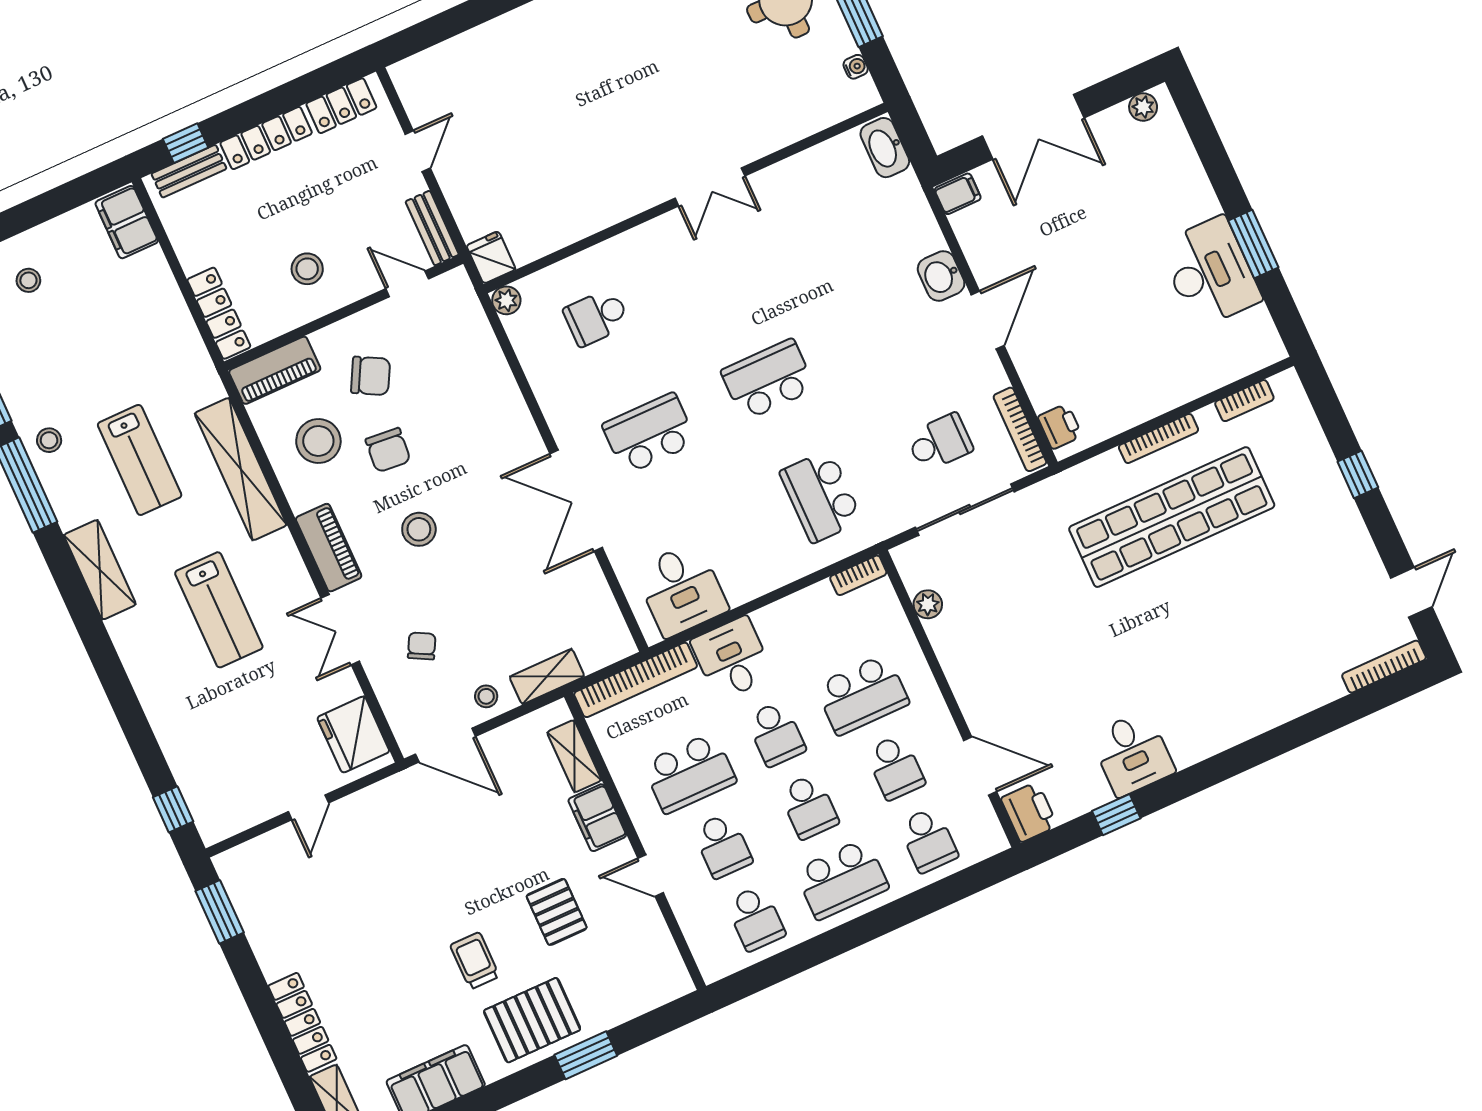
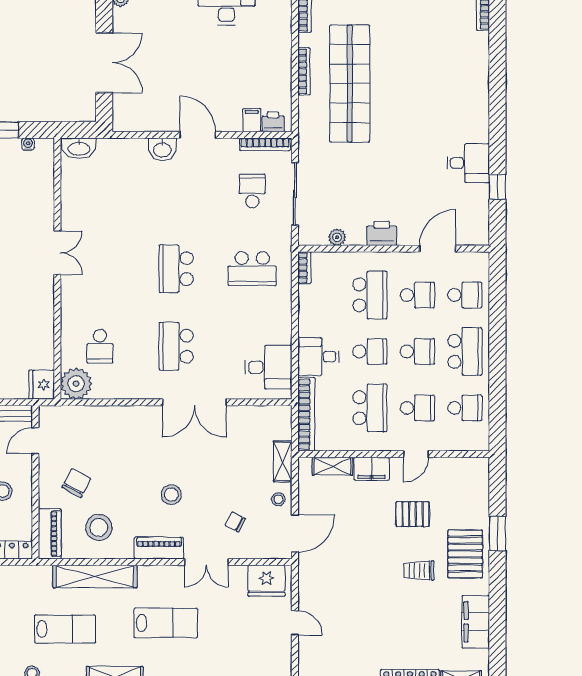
filing cabinet: (958, 194) -> (252, 120), moved
fridge: (491, 257) -> (42, 385), width x1.38
plant: (506, 300) -> (76, 384), width x1.87, depth x1.87
chair: (388, 450) -> (121, 492), removed
printer: (1029, 812) -> (382, 233), moved

